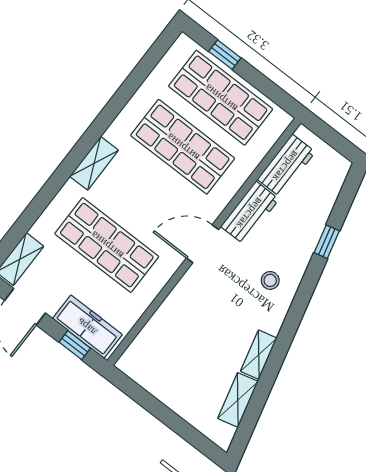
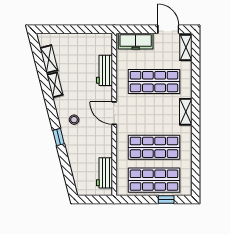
workbench: (250, 213) -> (104, 70), moved
window: (327, 242) -> (58, 137), moved
door: (202, 244) -> (114, 113), swing flipped
window: (75, 345) -> (135, 29), removed

